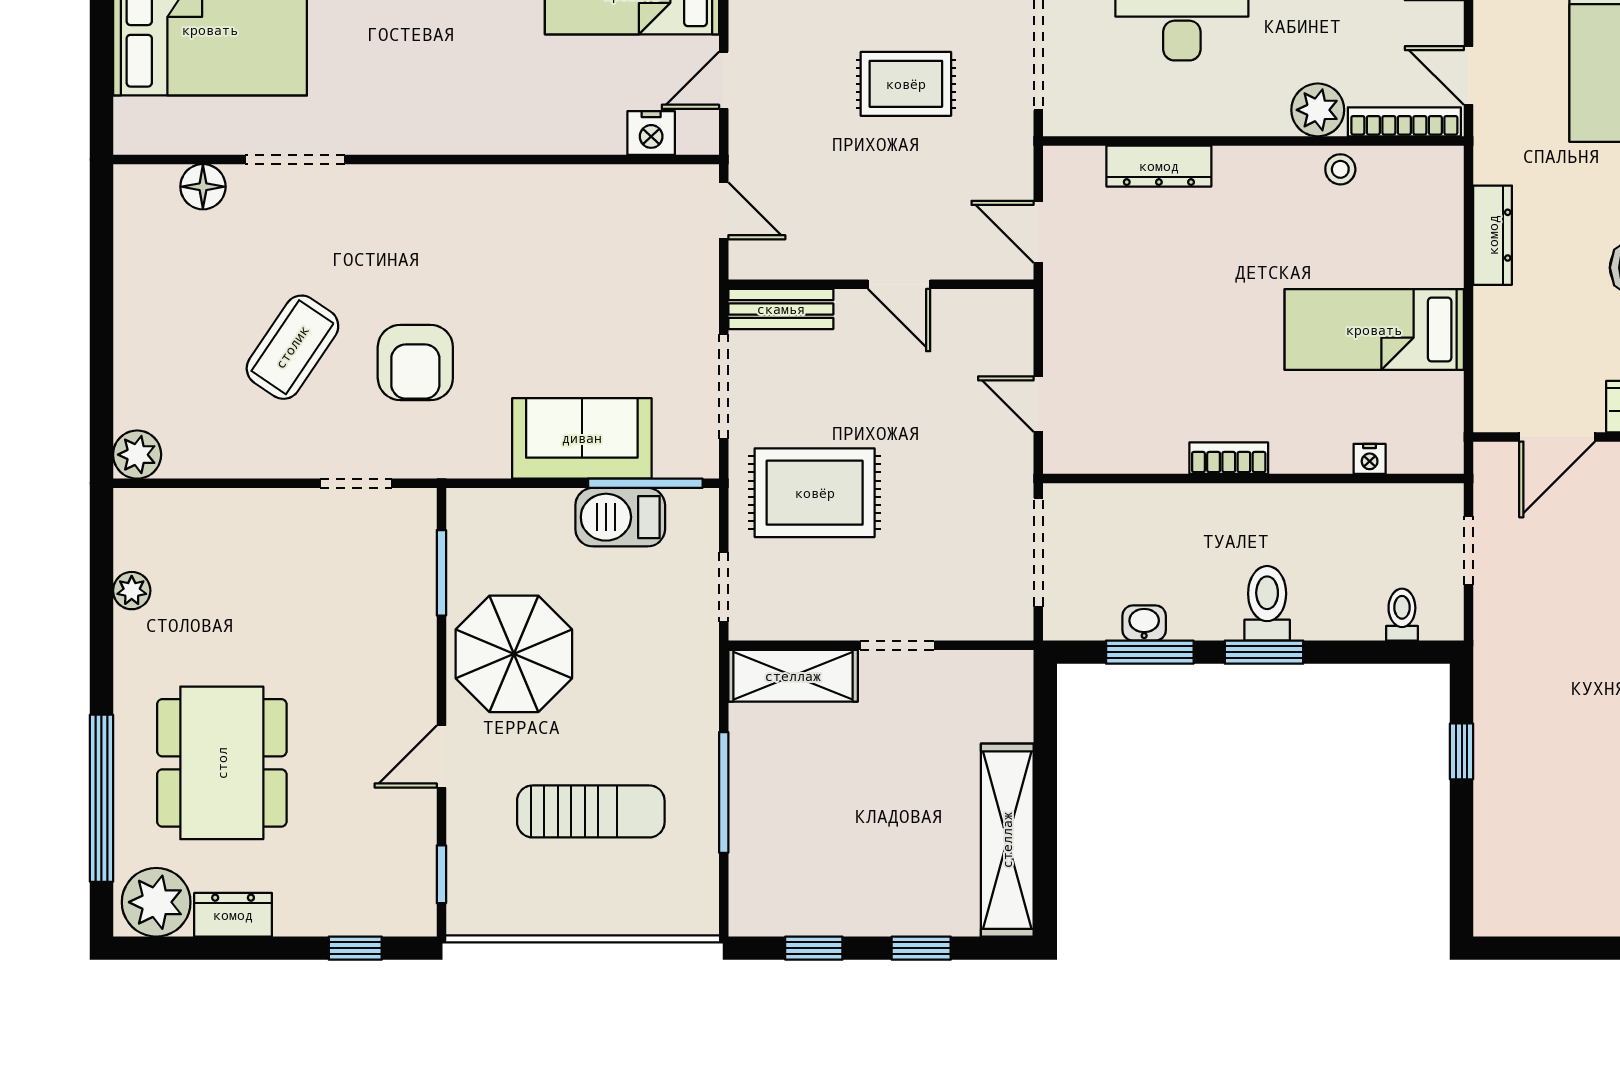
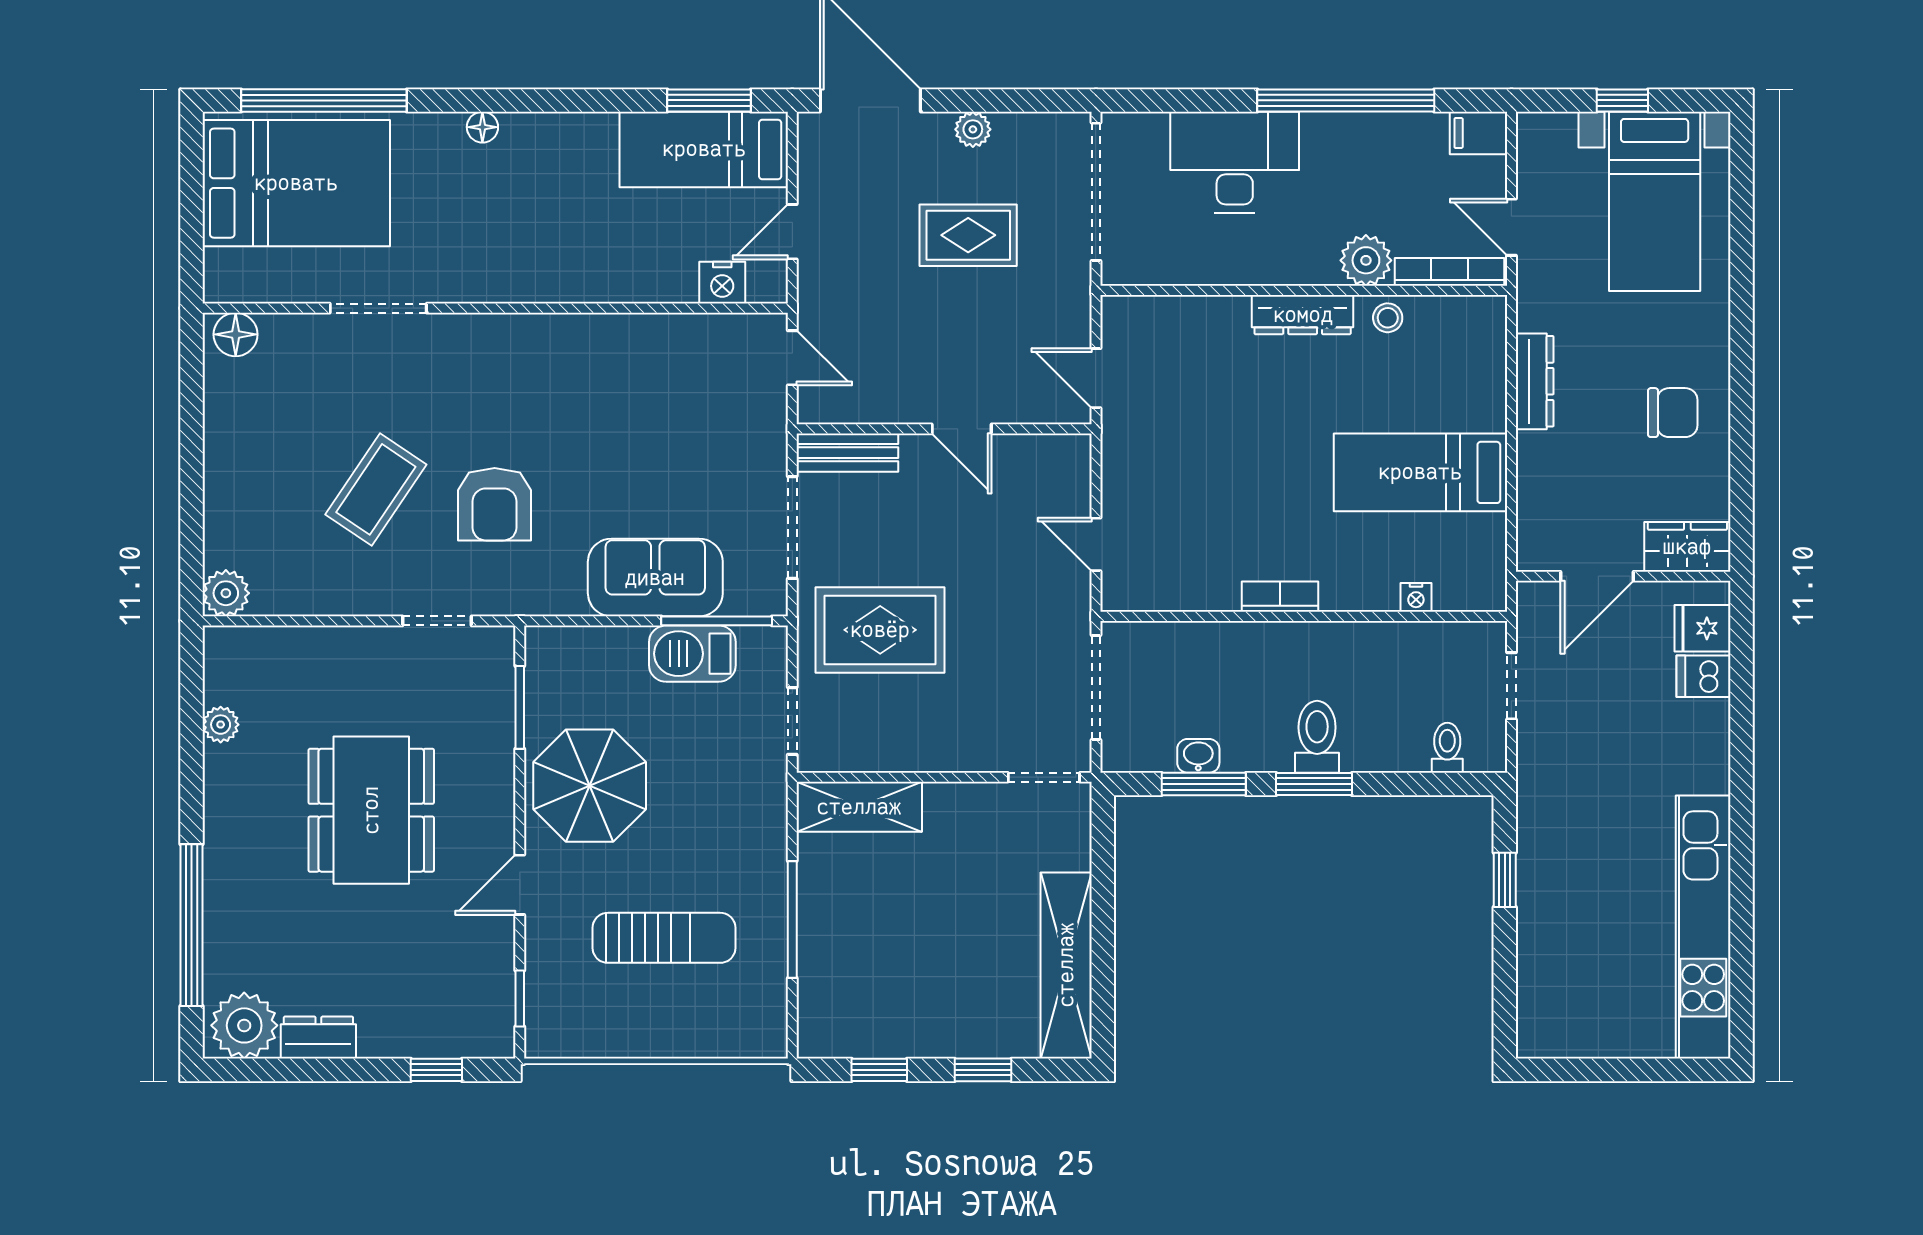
dresser: (1159, 166) -> (1303, 315), moved
floor lamp: (203, 187) -> (236, 334), moved
doorway: (897, 645) -> (1044, 777), moved
dining table: (222, 763) -> (371, 810), moved

